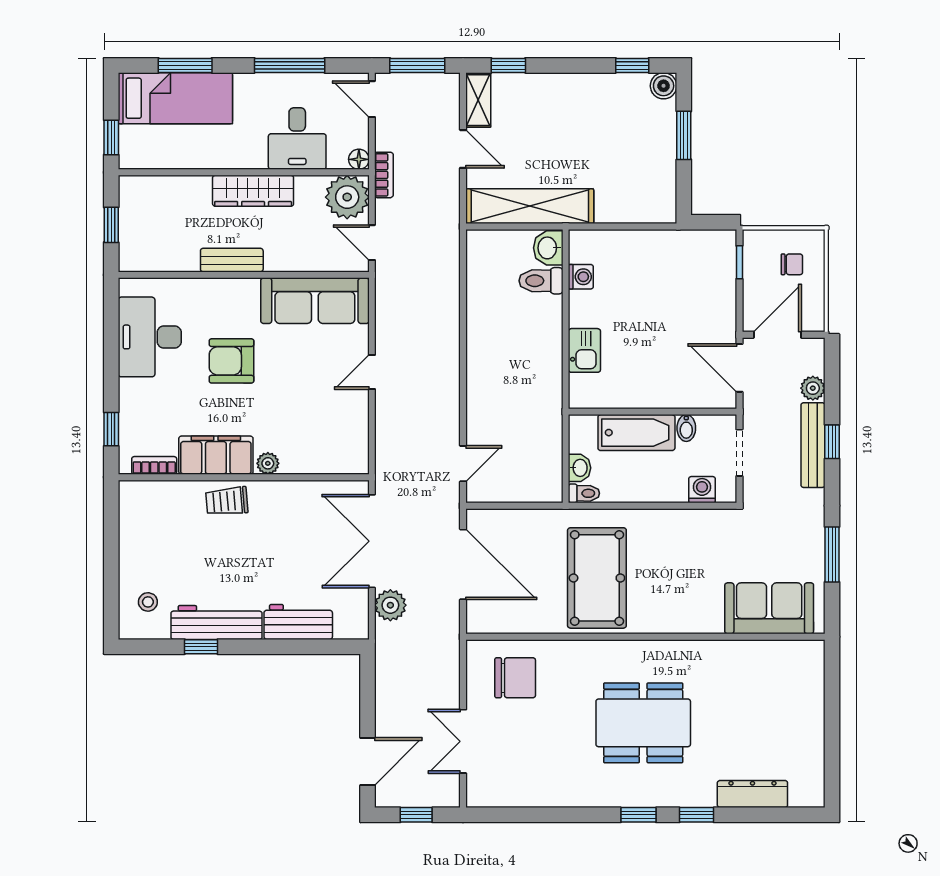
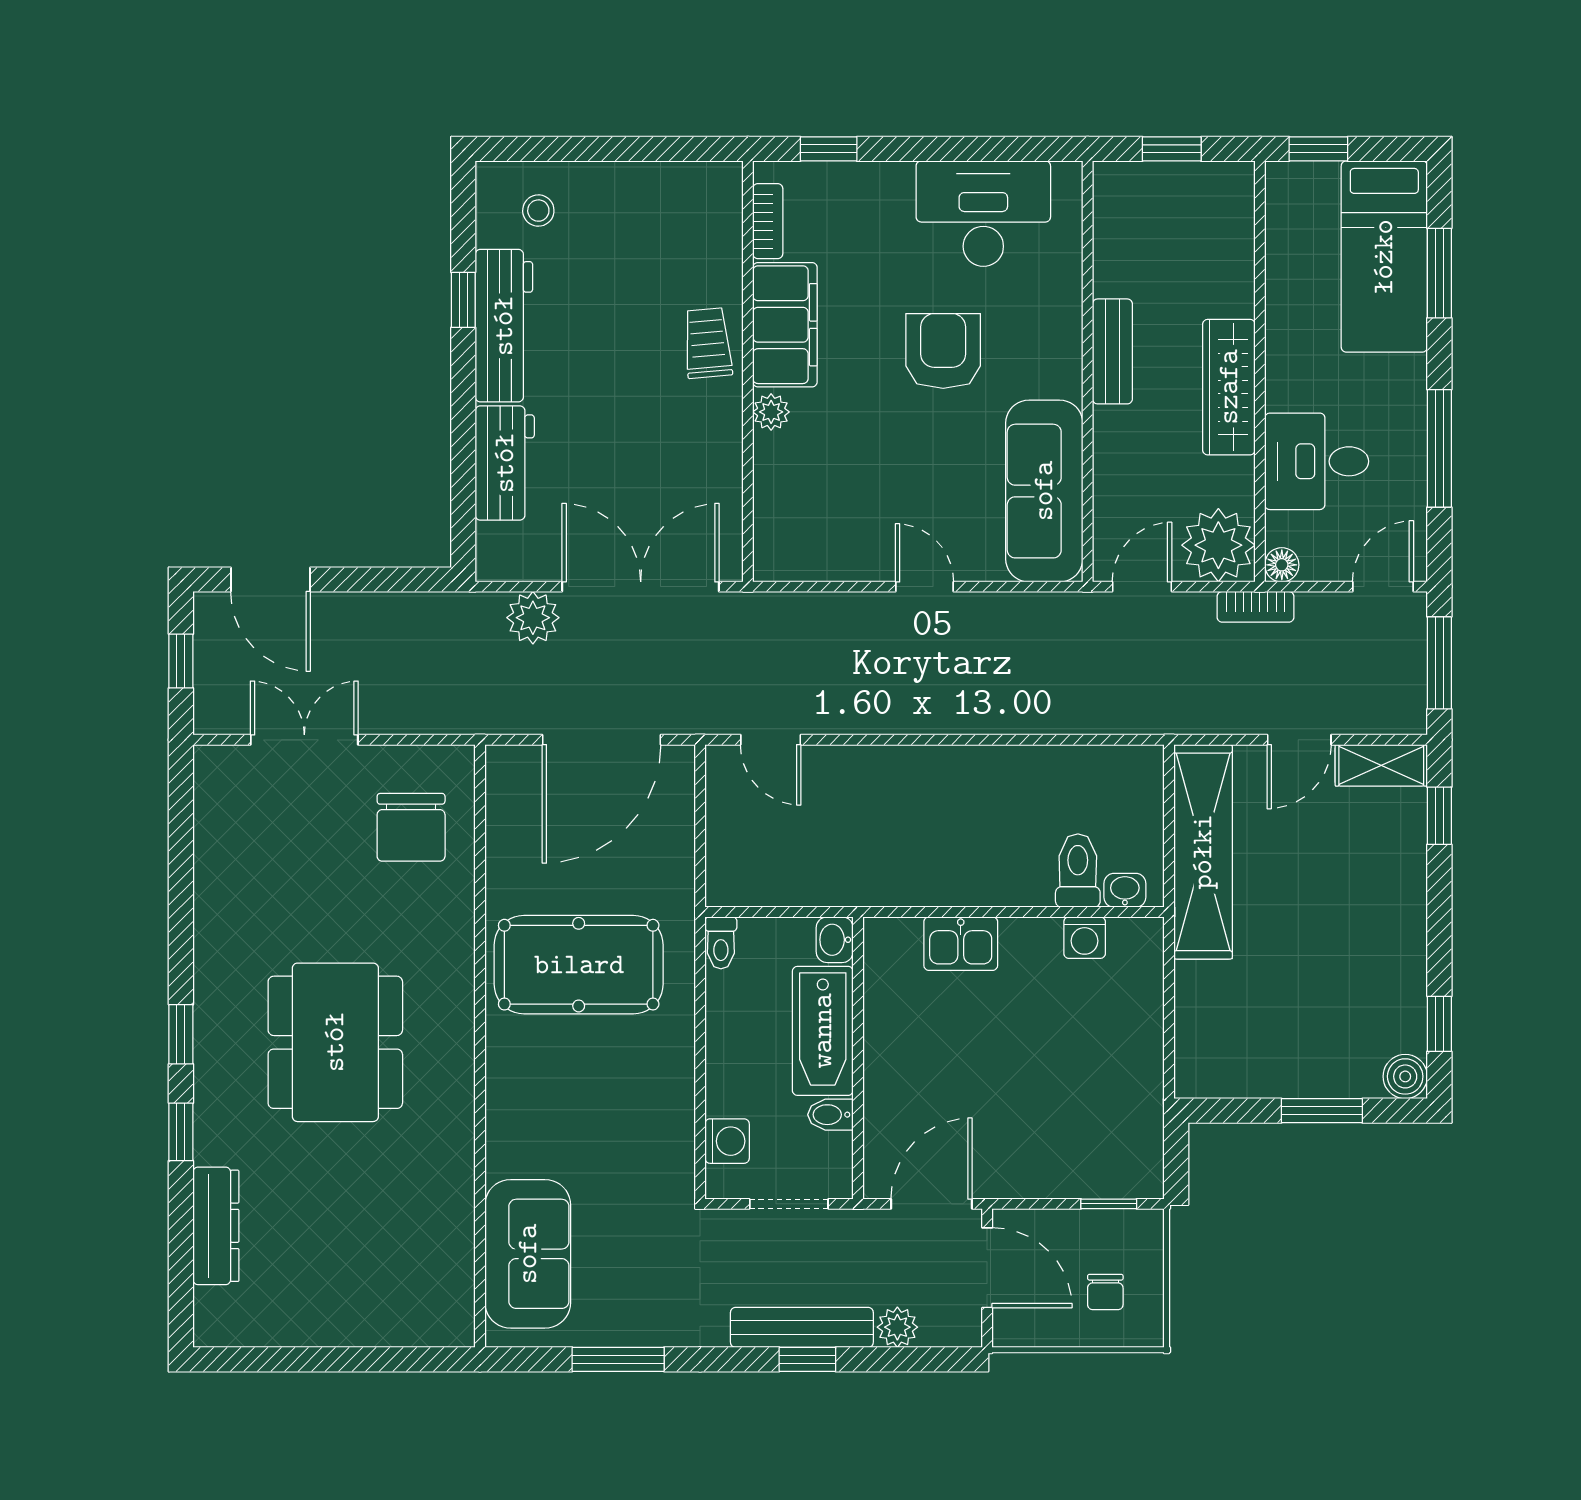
washbasin: (548, 248) -> (1125, 890), width x0.72, depth x0.69
washbasin: (579, 468) -> (835, 940), moved, turned 90

